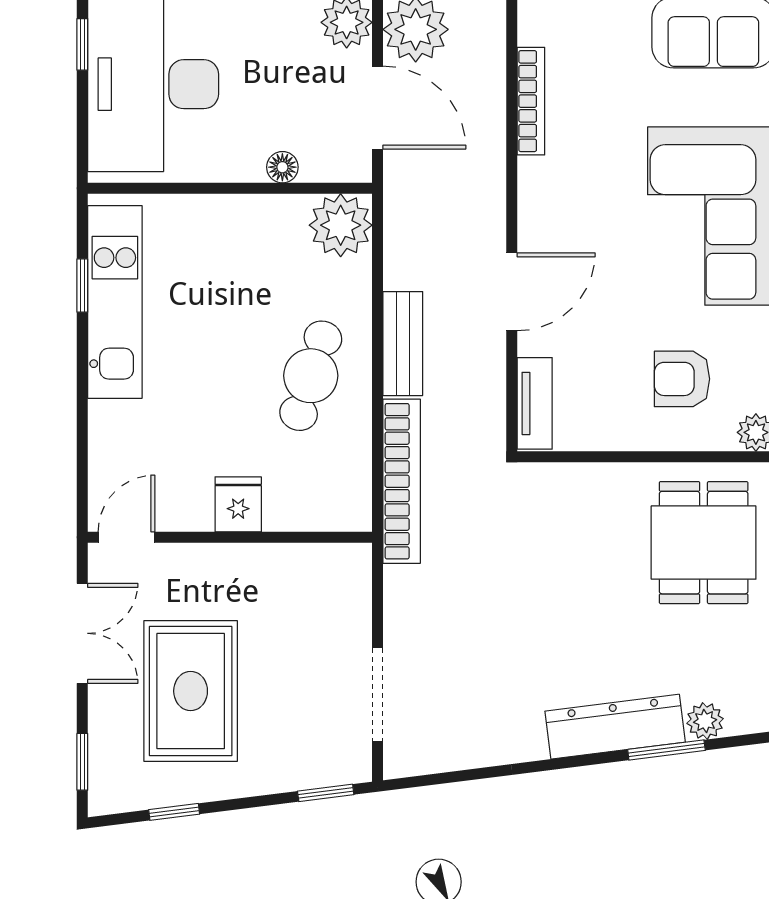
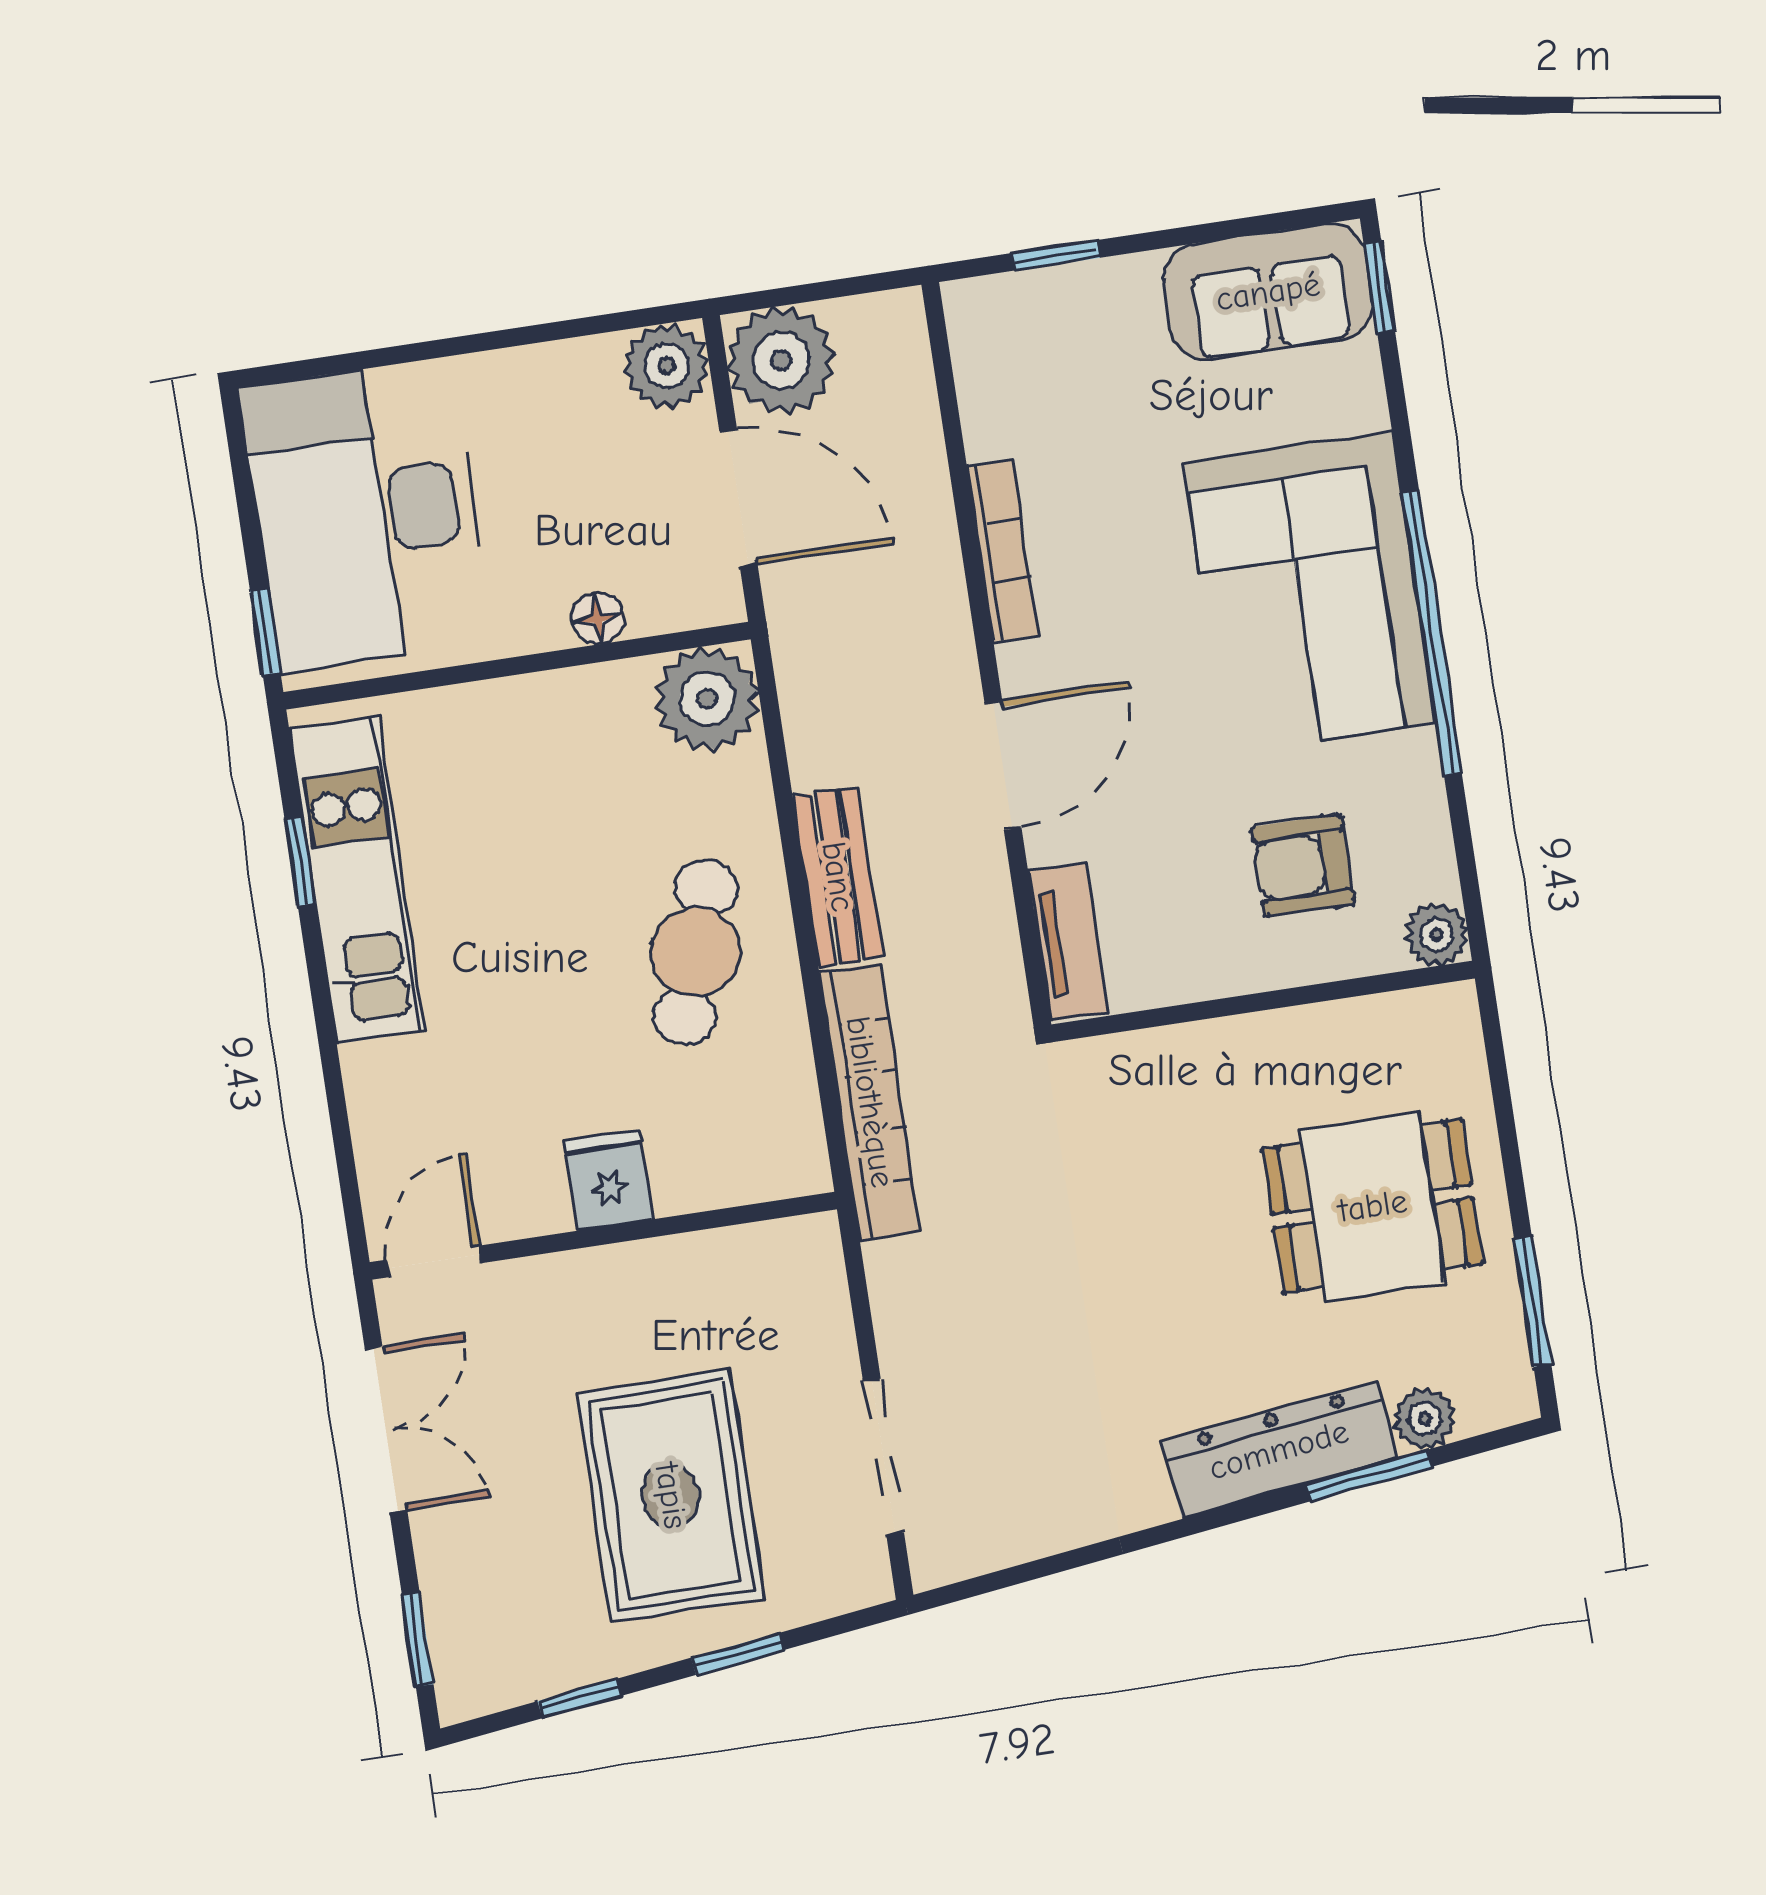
window: (82, 44) -> (265, 632), moved
bookcase: (531, 101) -> (1003, 551), moved
dining table: (704, 543) -> (1373, 1206), moved, turned 90
rug: (191, 691) -> (671, 1496), moved
window: (326, 793) -> (738, 1654), moved

